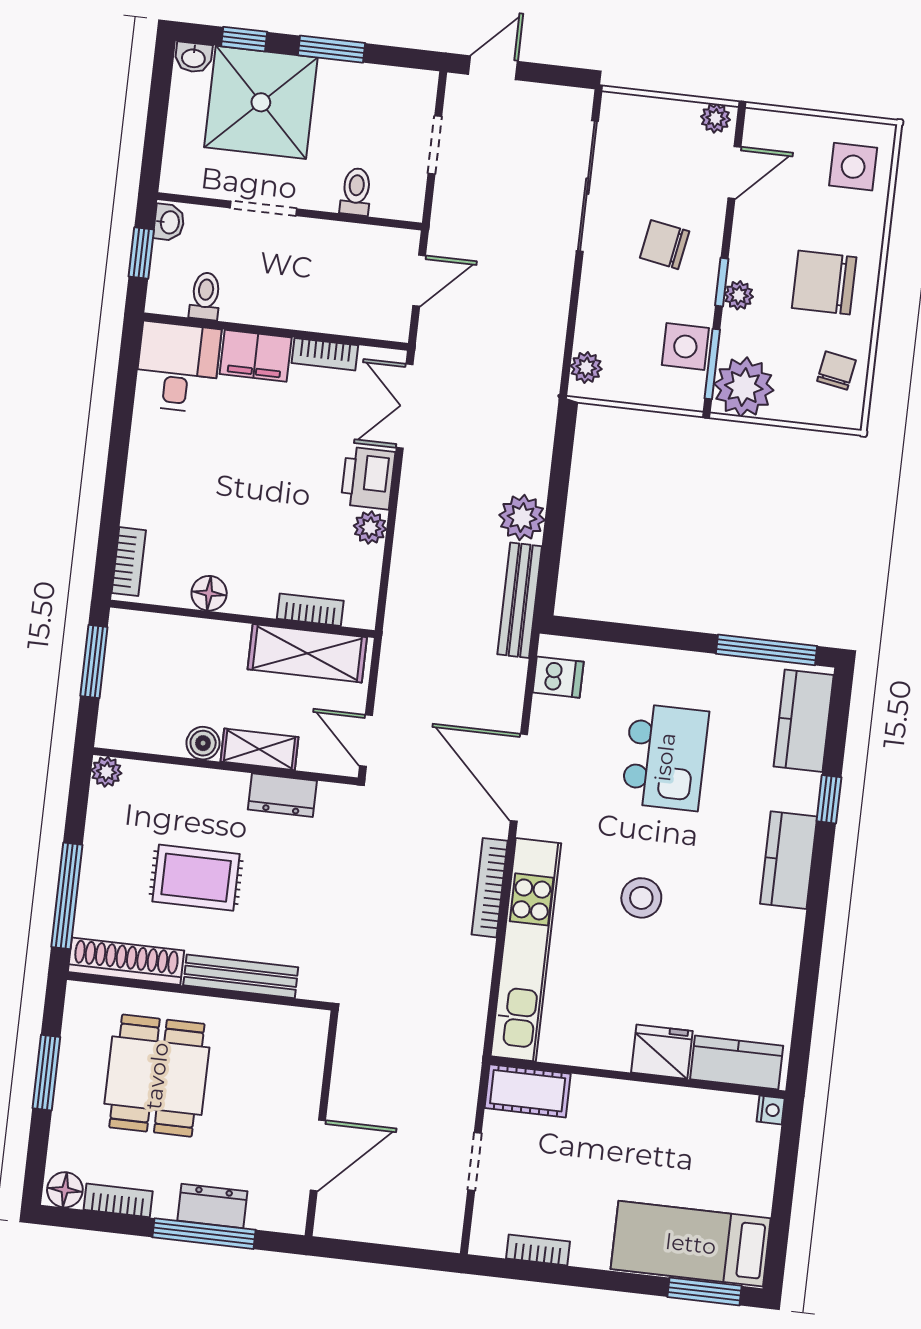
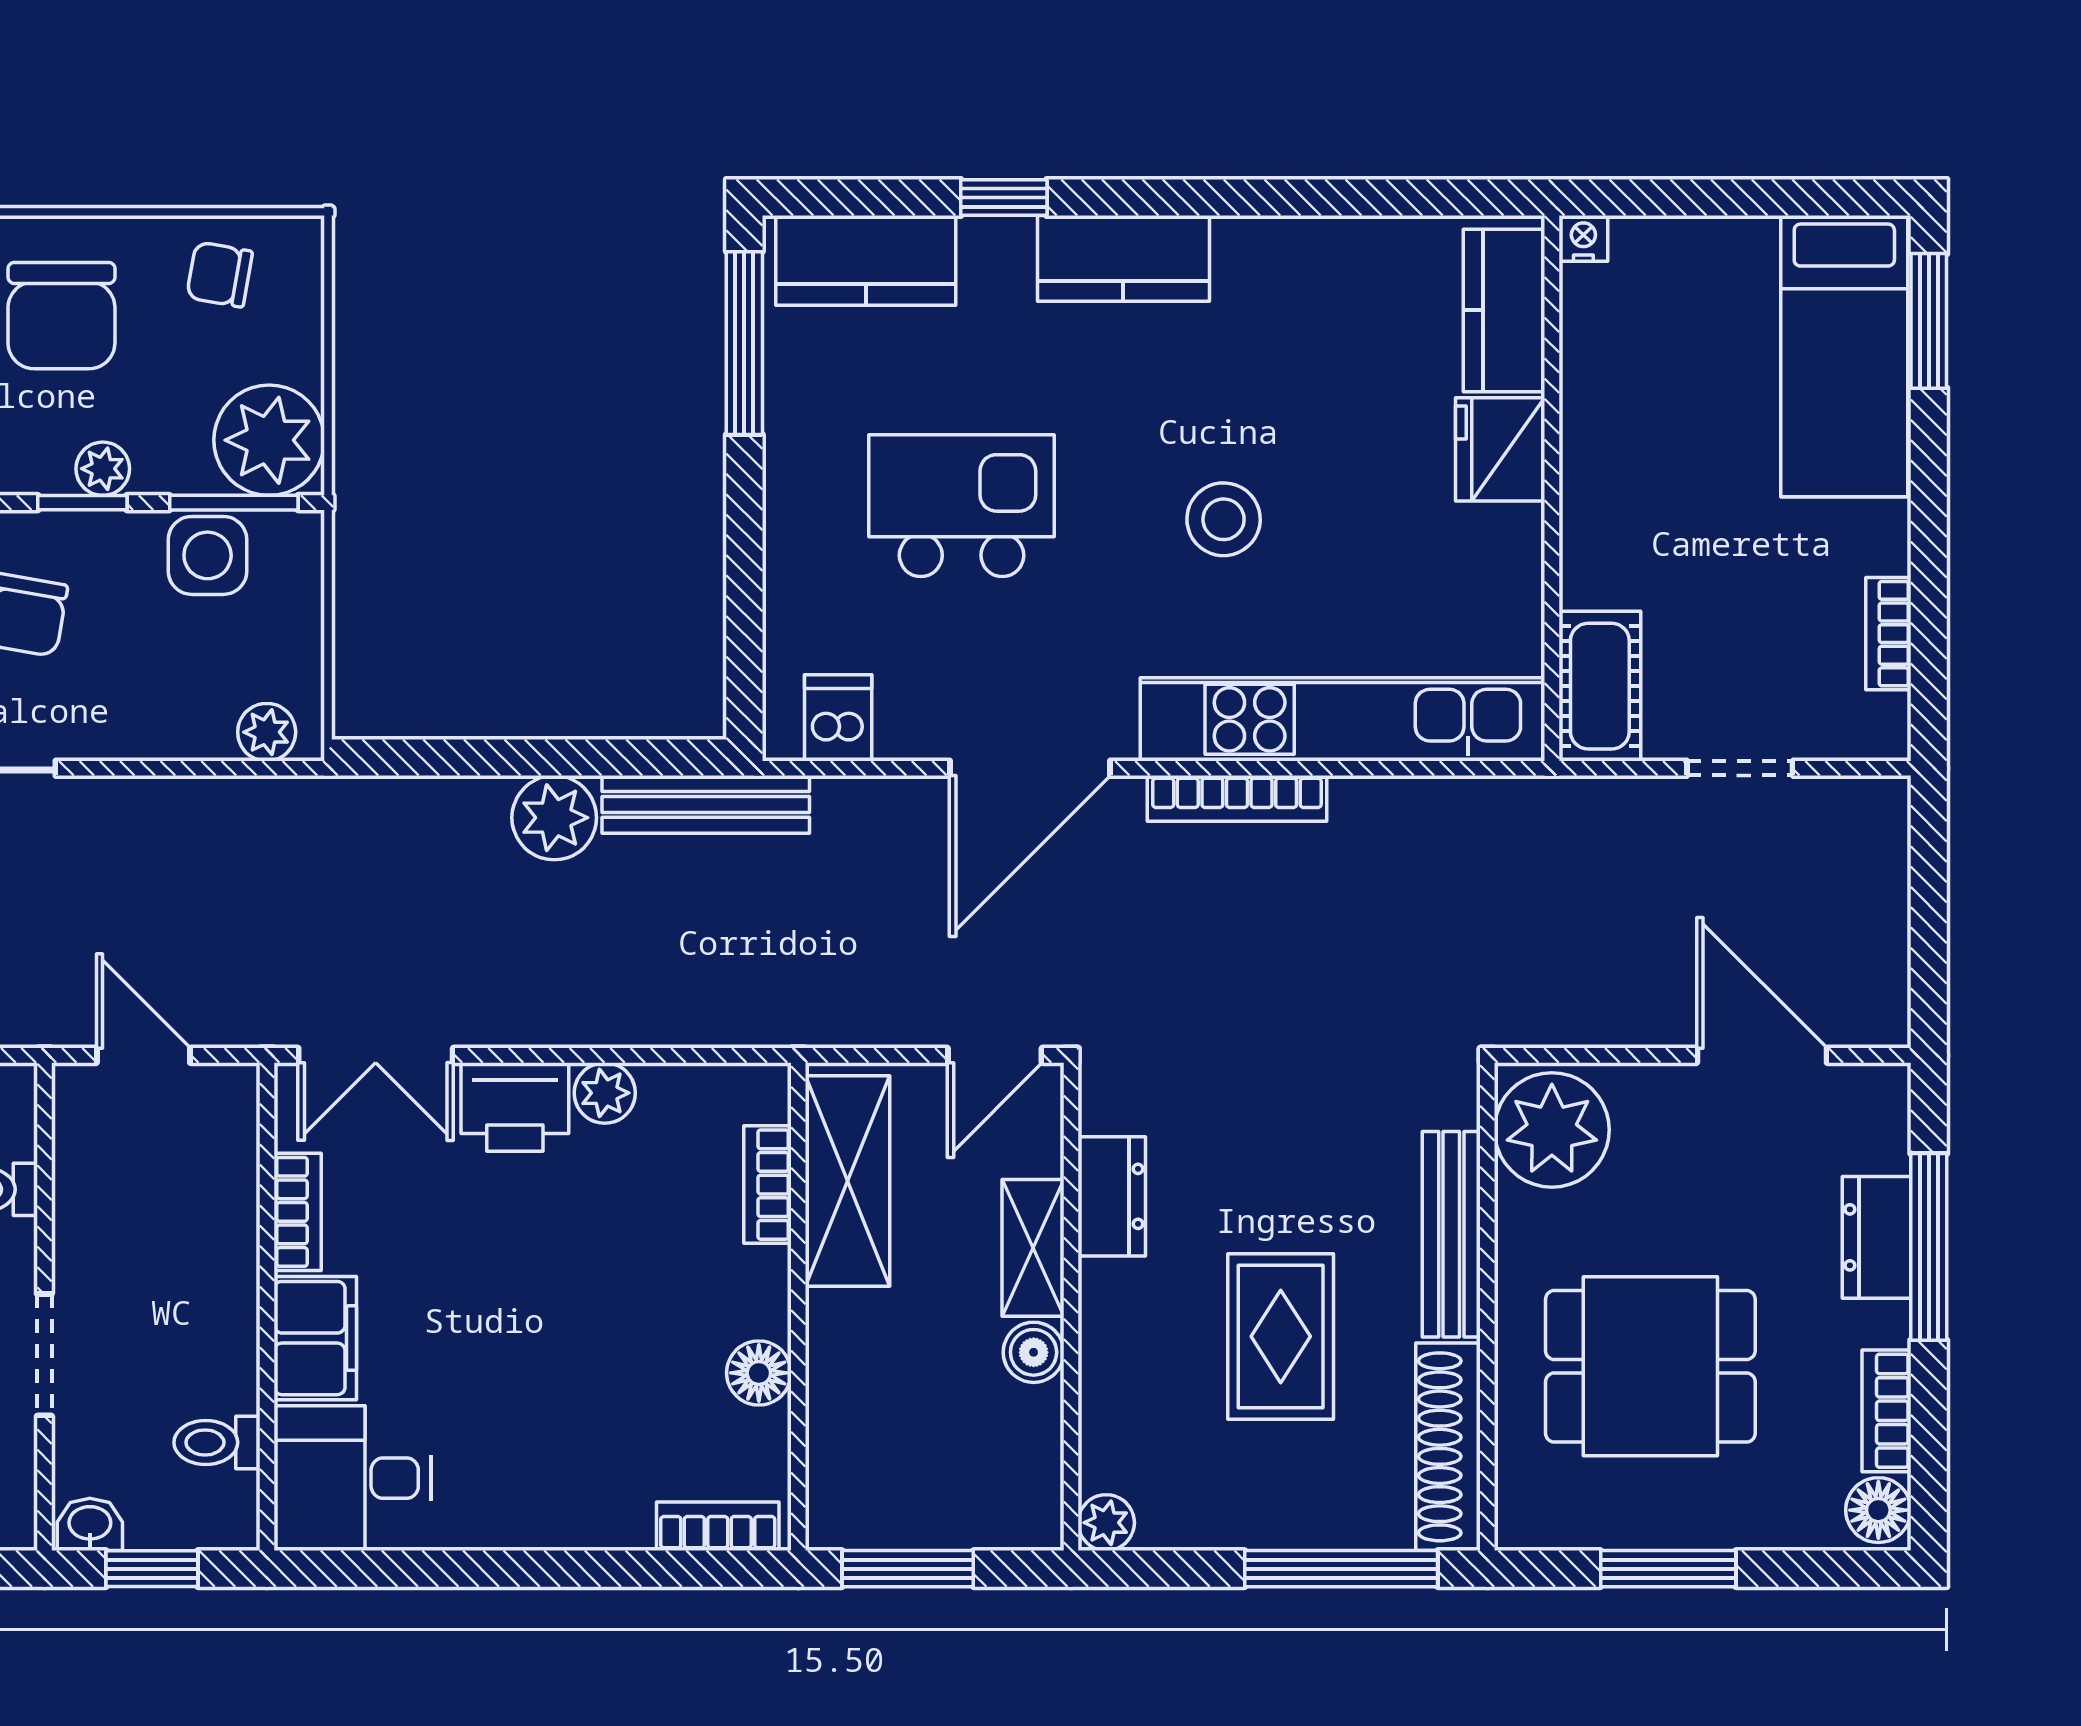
plant: (291, 1037) -> (1552, 1130), added

